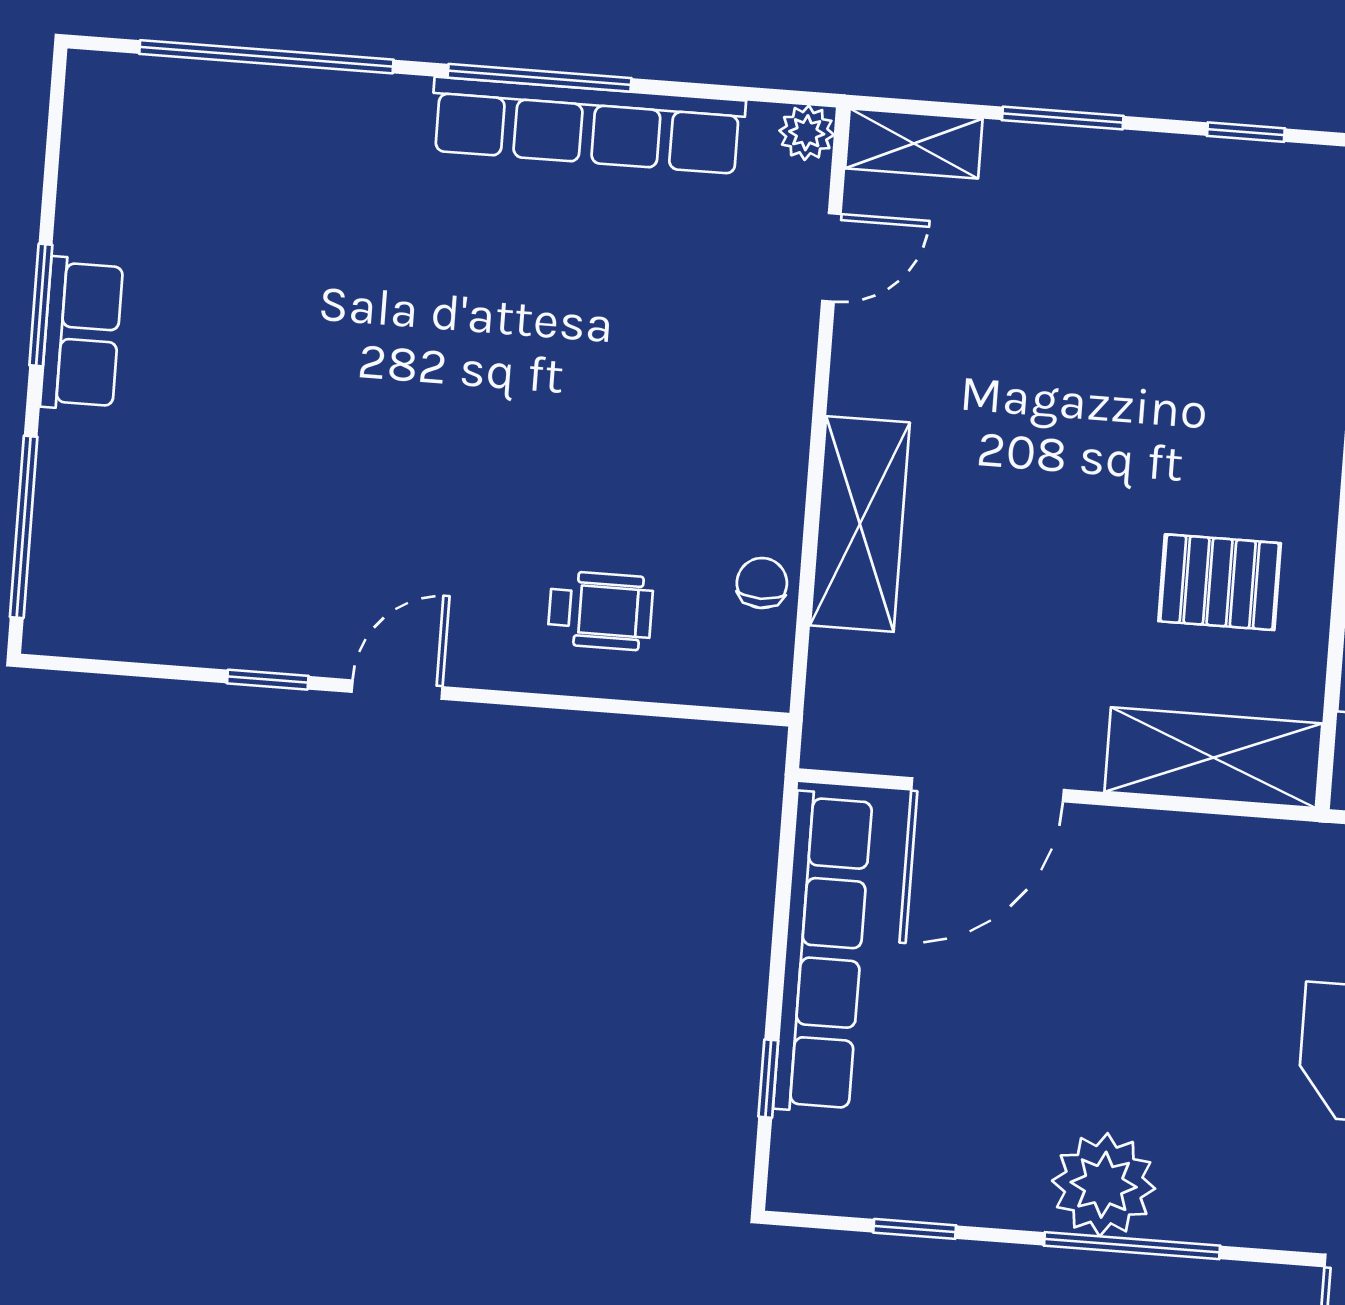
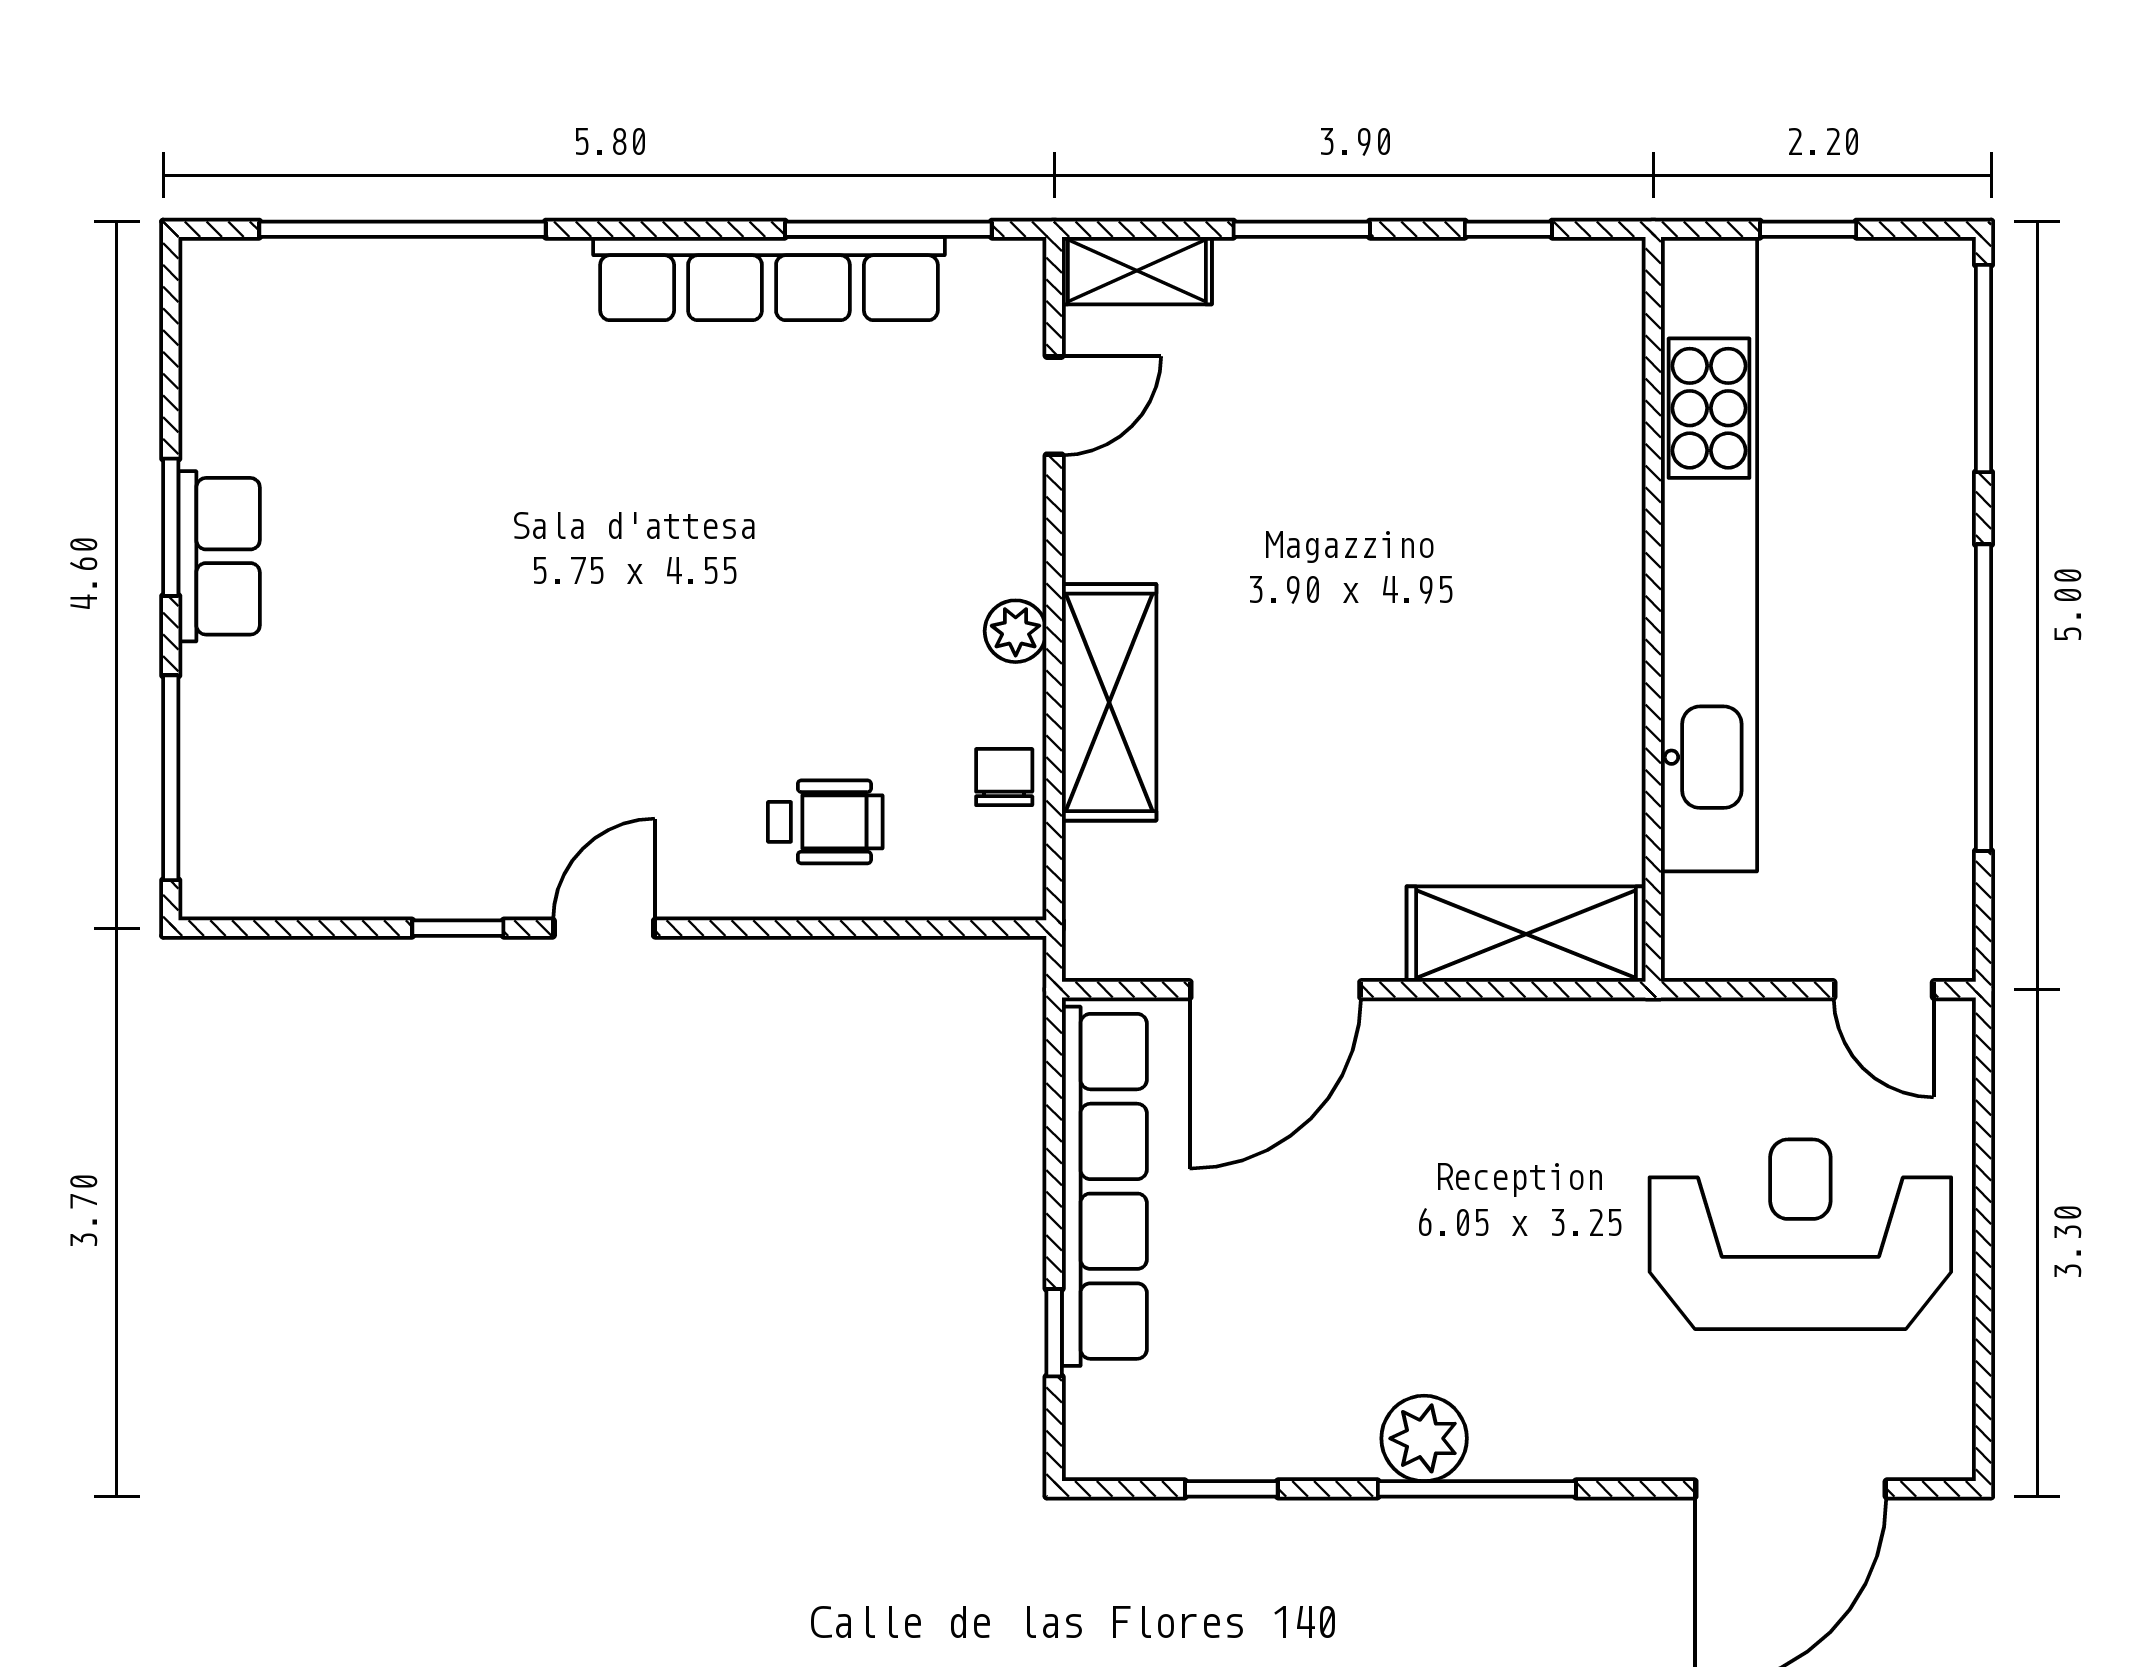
window: (540, 78) -> (888, 229), moved
plant: (807, 133) -> (1016, 631), moved
pallet: (1220, 582) -> (1518, 737), removed
plant: (1104, 1185) -> (1424, 1438), width x0.73, depth x0.73

